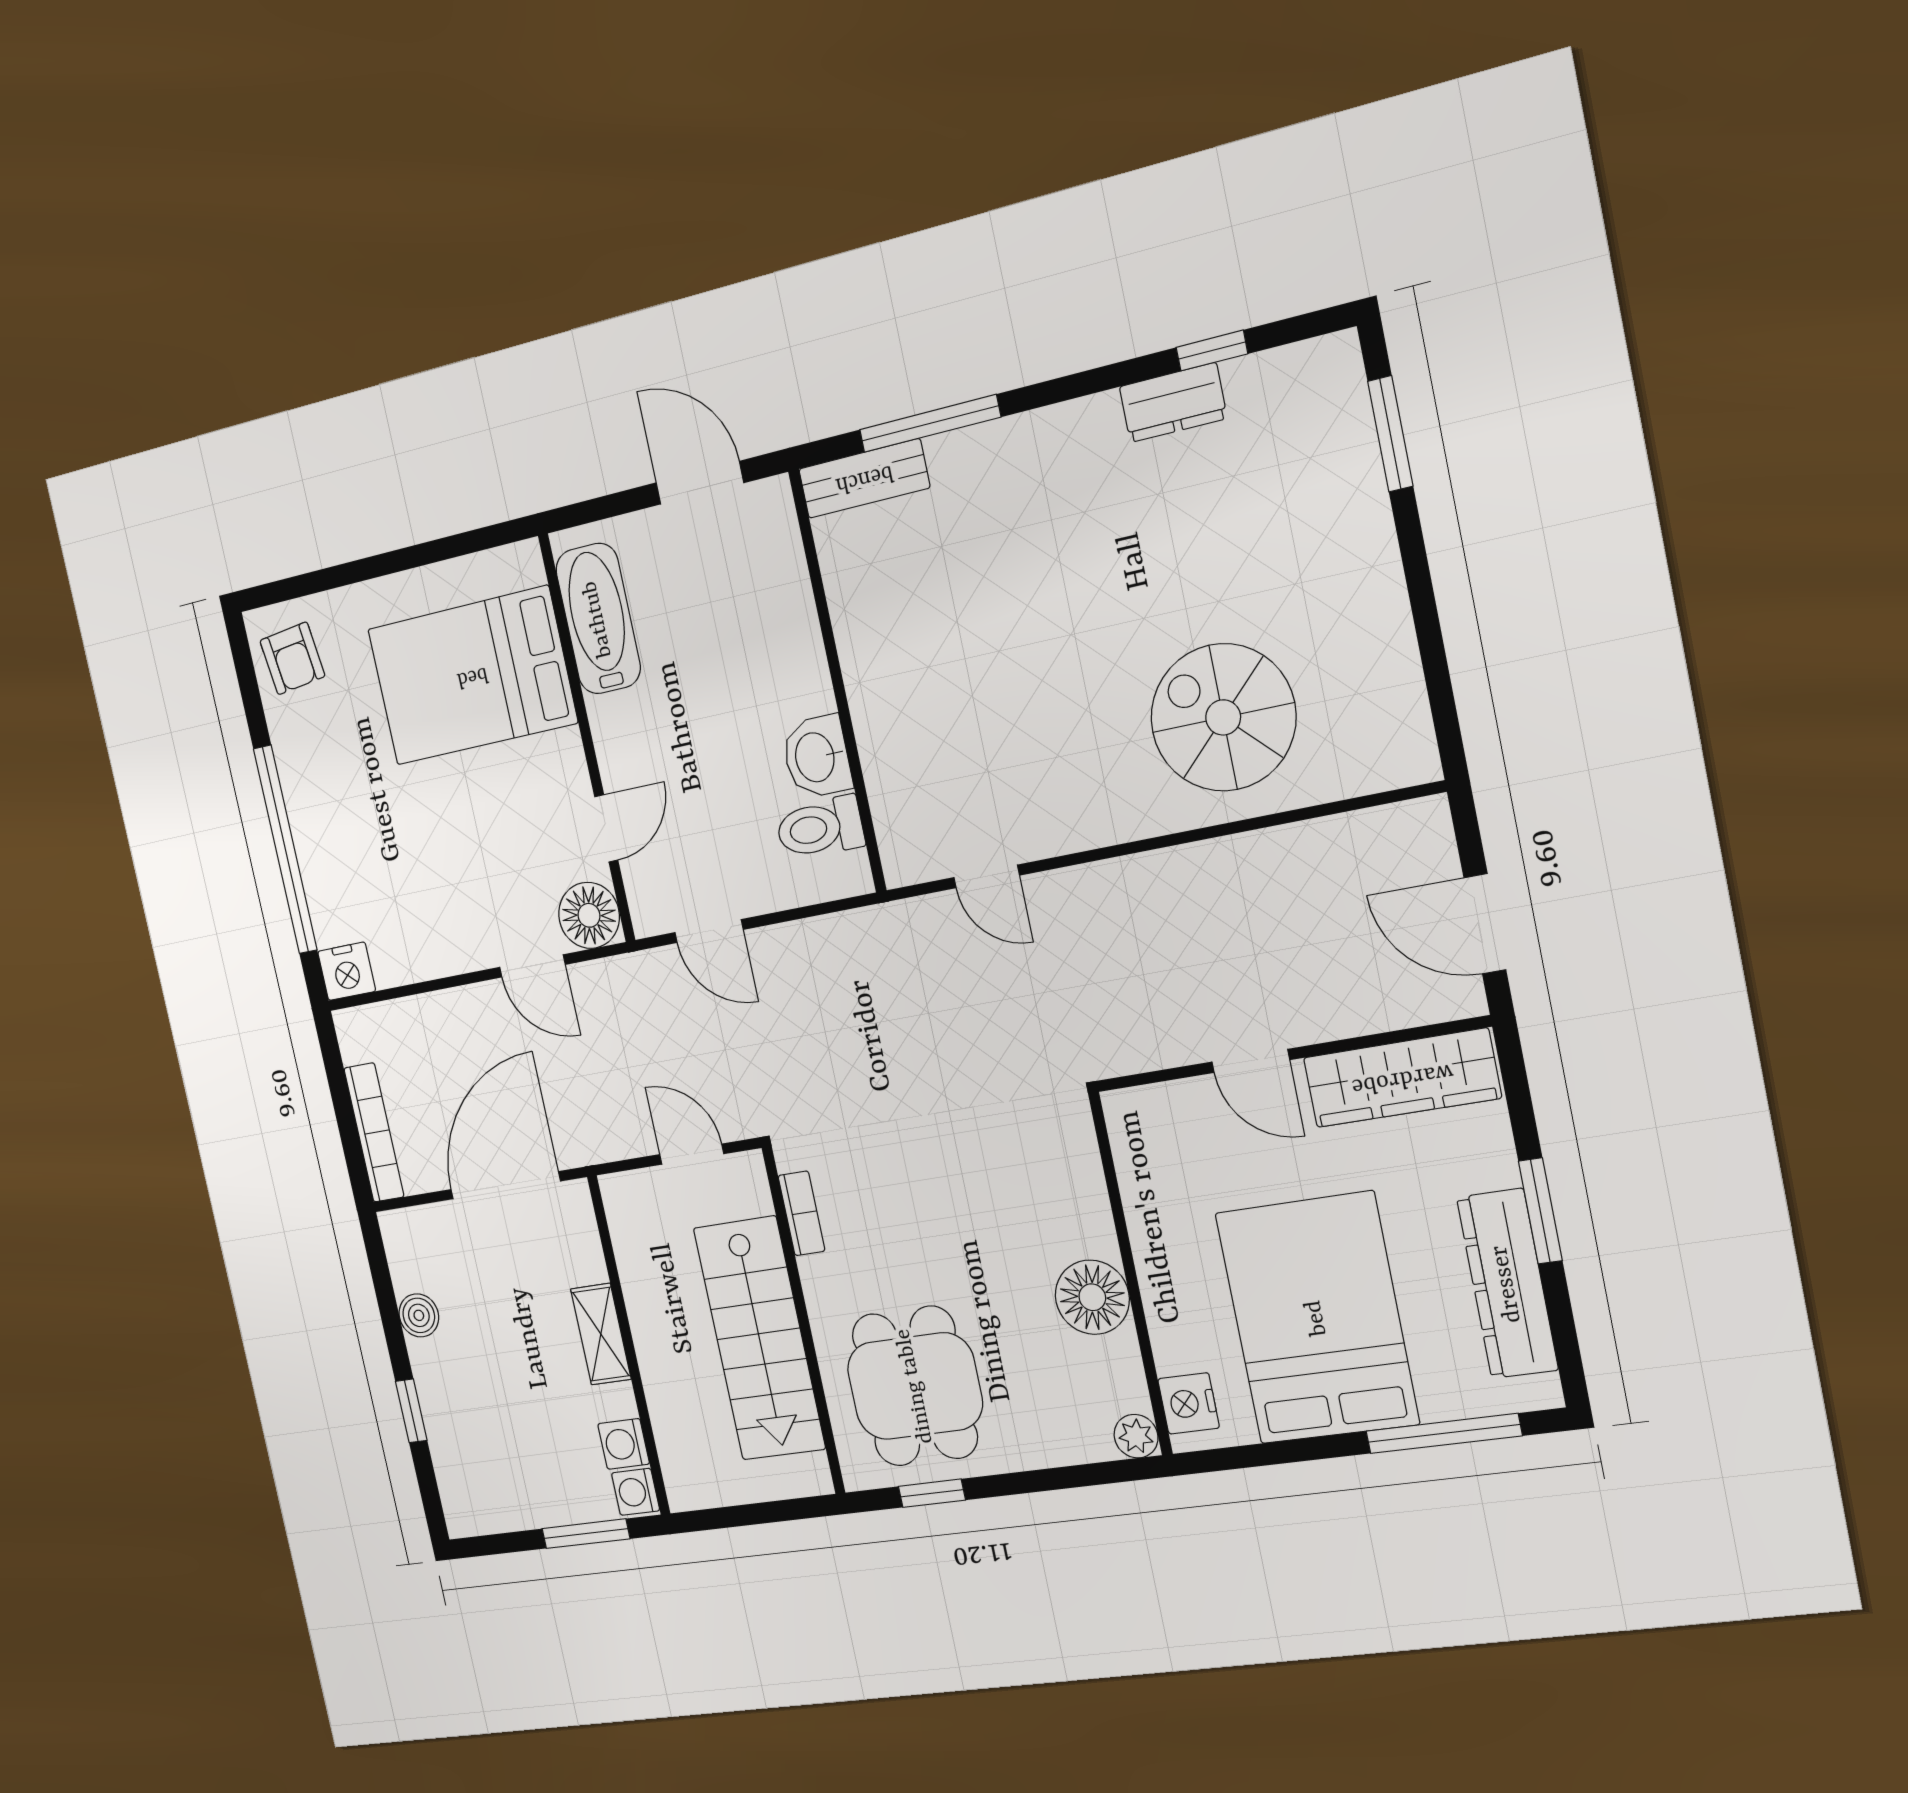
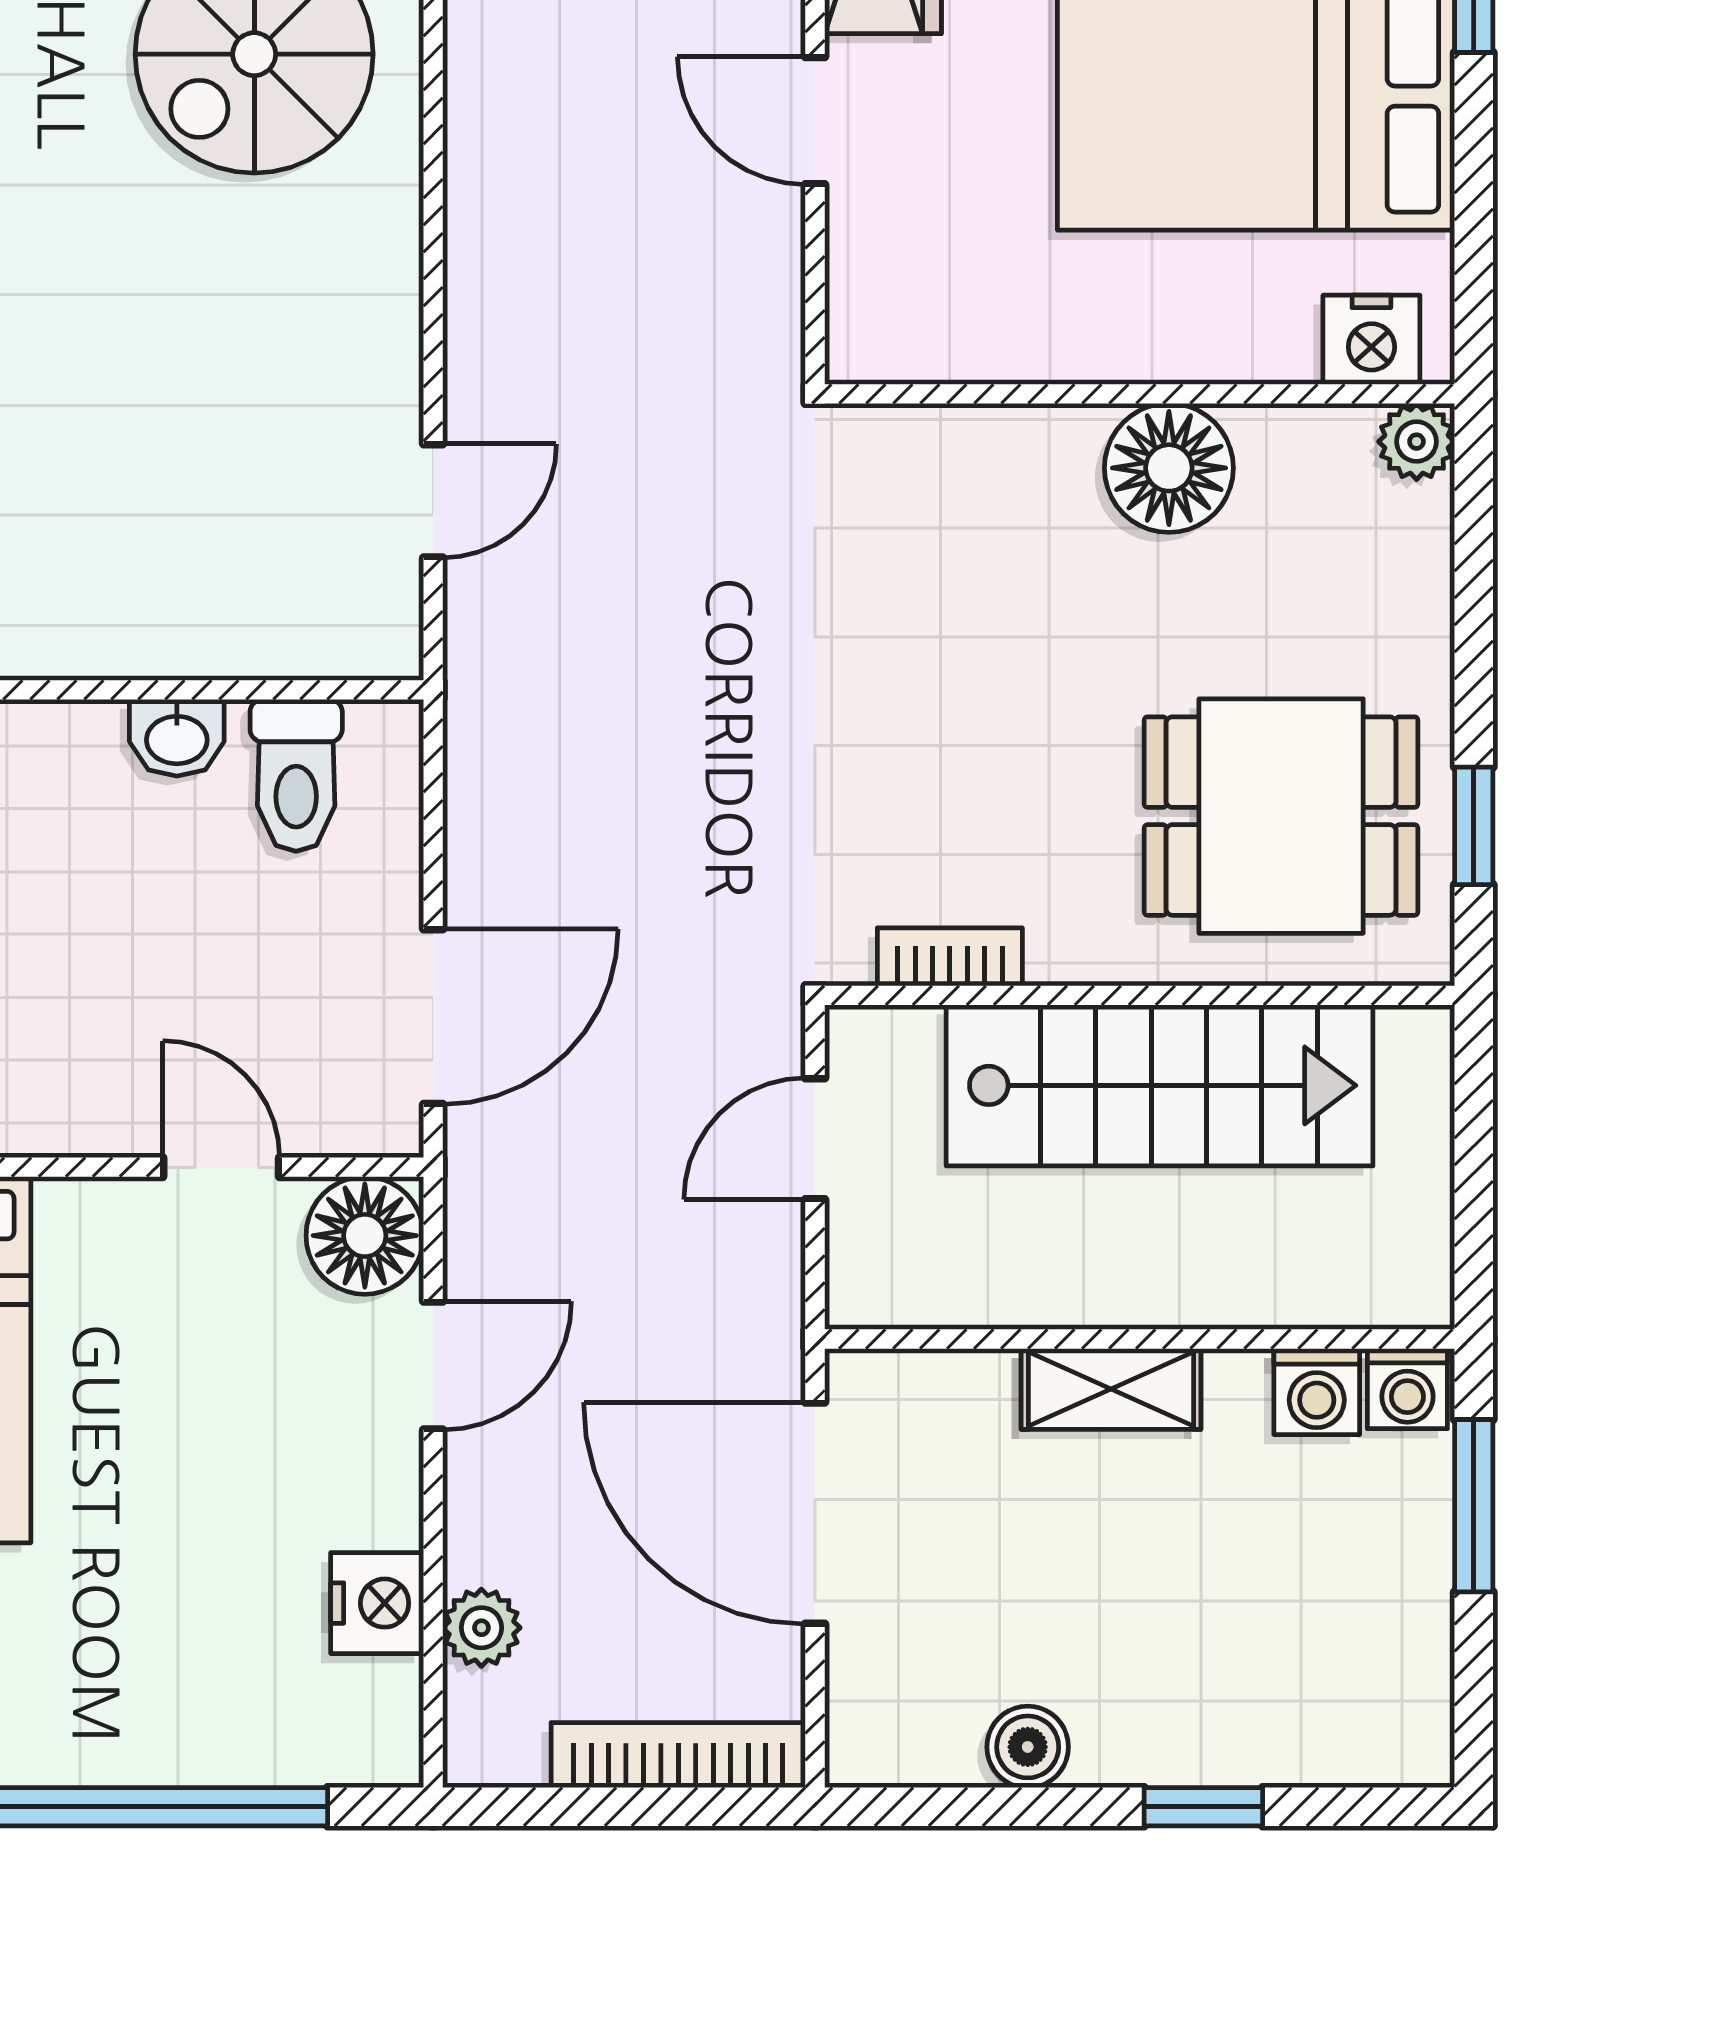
washbasin: (817, 757) -> (177, 738), width x0.72, depth x0.69
door: (709, 931) -> (433, 1017), width x1.38
nightstand: (347, 971) -> (377, 1603), moved
plant: (411, 1017) -> (481, 1628), added
door: (1251, 1061) -> (815, 121), swing flipped

